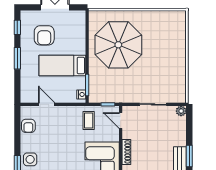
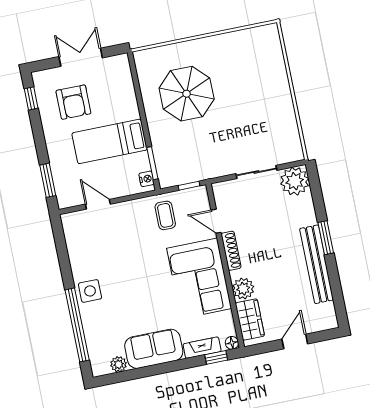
parasol: (118, 45) -> (187, 94), width x0.73, depth x0.73
window: (17, 58) -> (48, 180), moved
plant: (181, 111) -> (295, 181), width x1.88, depth x1.88
door: (121, 120) -> (216, 221), moved
armchair: (28, 126) -> (77, 242), removed

